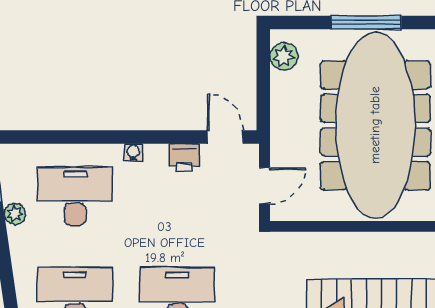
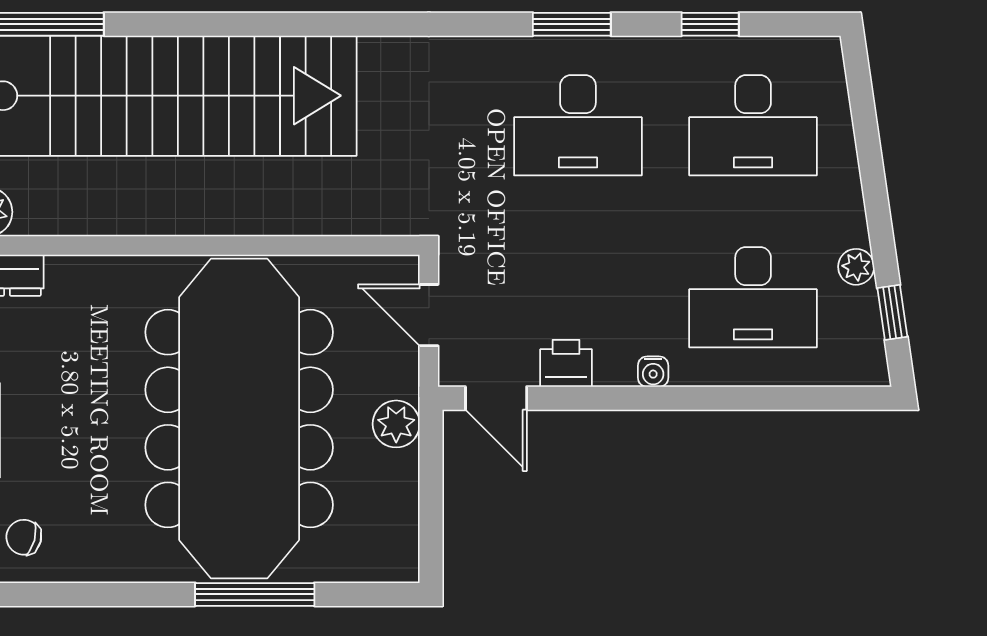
plant: (284, 56) -> (396, 424), moved
door: (265, 186) -> (429, 315), hinge flipped

